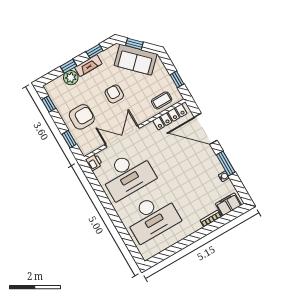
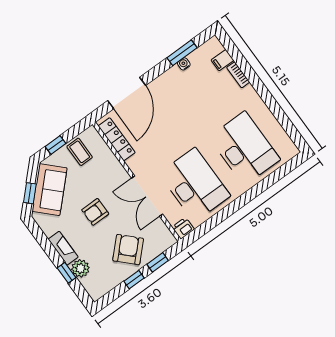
window: (94, 51) -> (44, 242), removed
window: (177, 79) -> (55, 145), moved
coffee table: (162, 100) -> (80, 152), moved
window: (49, 104) -> (134, 280), moved
armchair: (82, 117) -> (128, 250), turned 45
window: (226, 163) -> (182, 53), moved
filing cabinet: (228, 204) -> (222, 60), width x0.50

